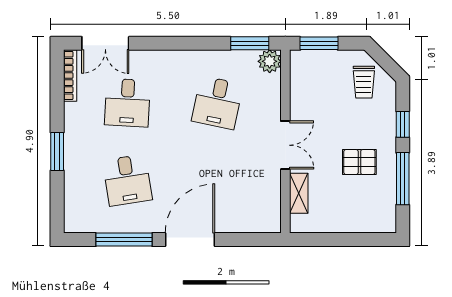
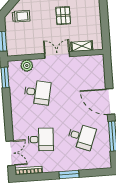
plant: (270, 61) -> (27, 66), moved
desk: (127, 180) -> (81, 137), turned 30

